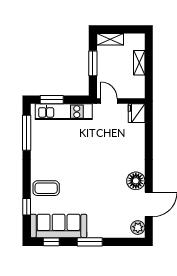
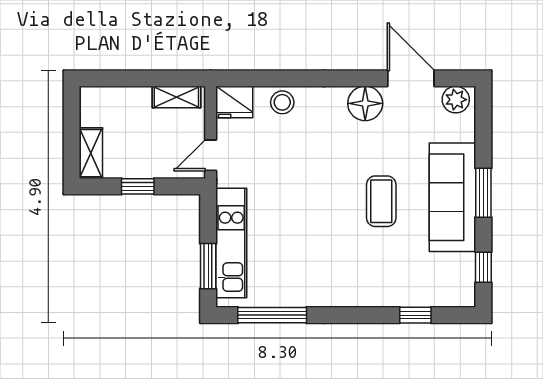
window: (93, 63) -> (138, 186), width x0.67
shelving: (139, 63) -> (176, 97), moved
stool: (136, 138) -> (282, 102), added
coffee table: (46, 188) -> (381, 201), moved
sofa: (59, 226) -> (453, 197), moved

